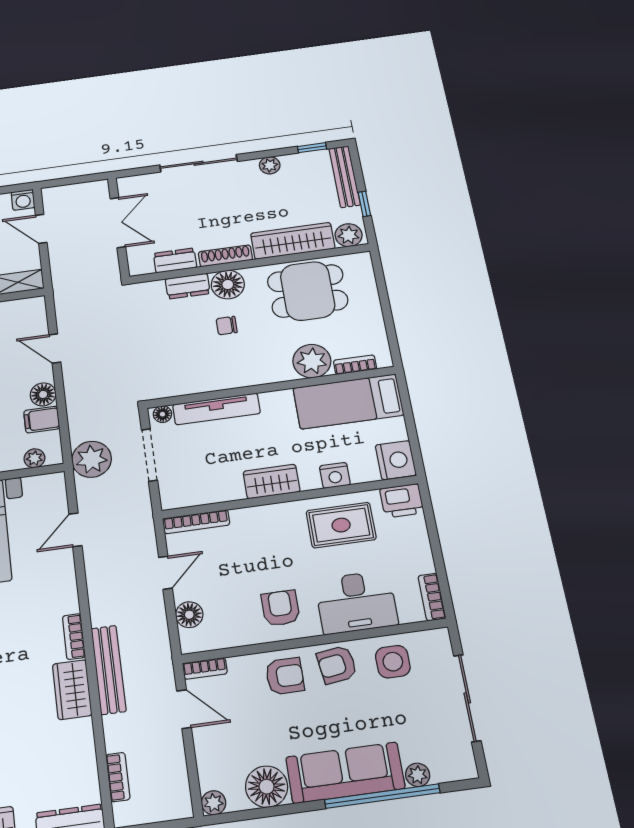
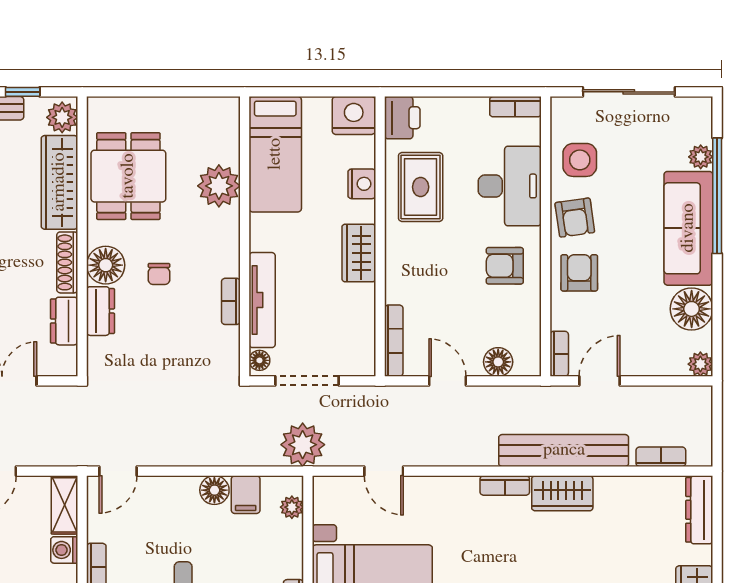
door: (55, 348) -> (118, 471), moved
bookcase: (355, 365) -> (231, 301), moved
bench: (109, 670) -> (564, 450), width x1.37, depth x1.21

